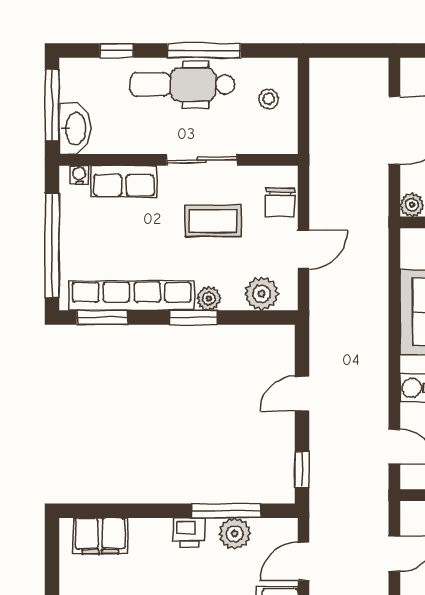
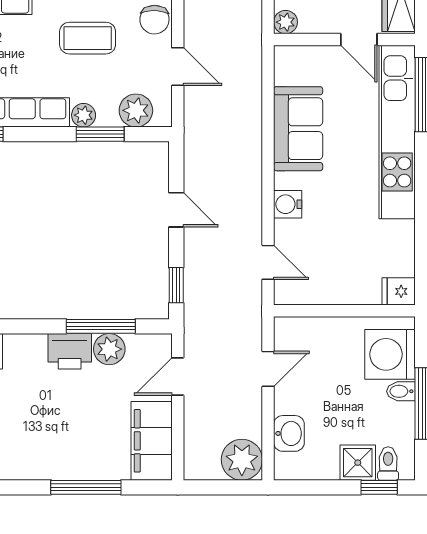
door: (303, 250) -> (178, 67), hinge flipped
window: (194, 318) -> (100, 134), moved
door: (302, 394) -> (176, 210), swing flipped
printer: (189, 532) -> (70, 351), width x1.36, depth x1.24

